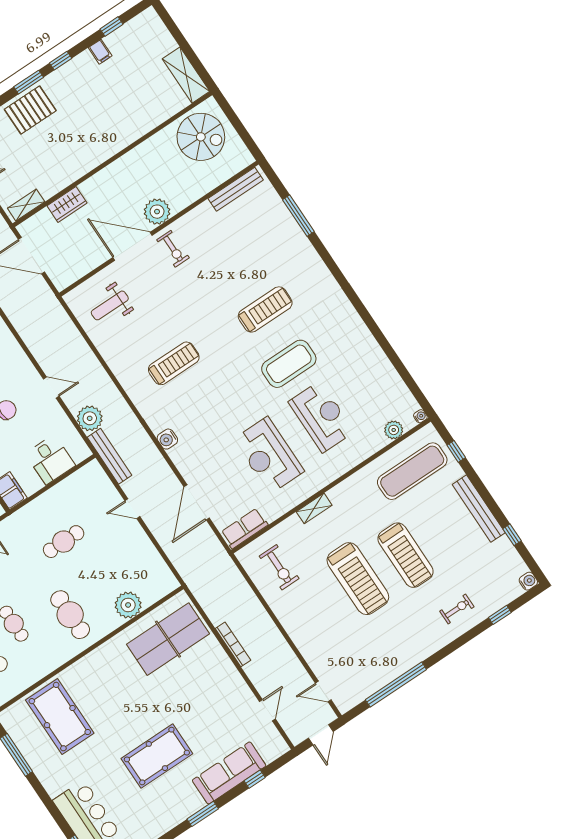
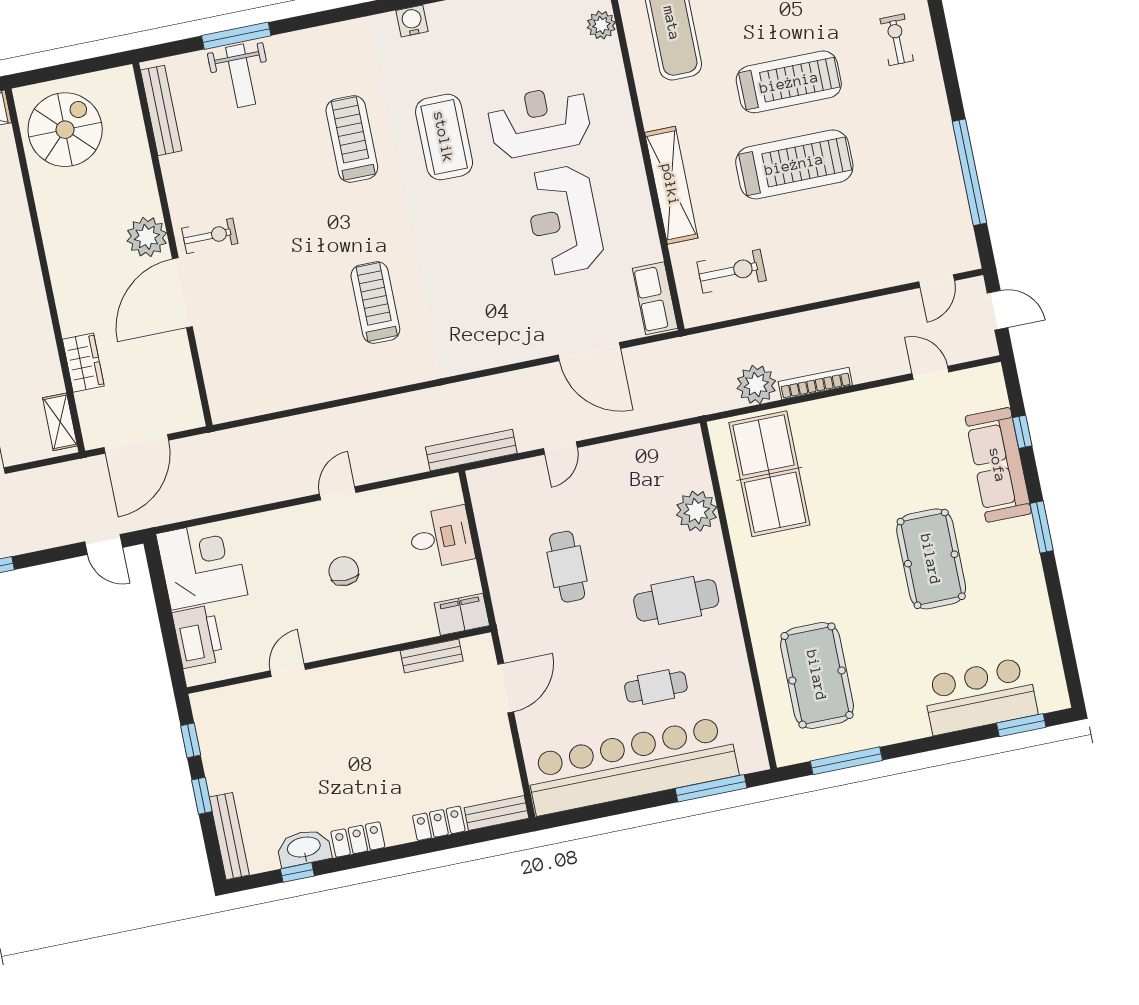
weight bench: (110, 305) -> (241, 76), moved
plant: (90, 418) -> (756, 385), moved
water cooler: (167, 439) -> (412, 21), moved, turned 180
reception desk: (269, 455) -> (564, 220), turned 90
shelving: (314, 508) -> (671, 185), width x2.20, depth x1.33
pool table: (60, 717) -> (817, 675), turned 90

